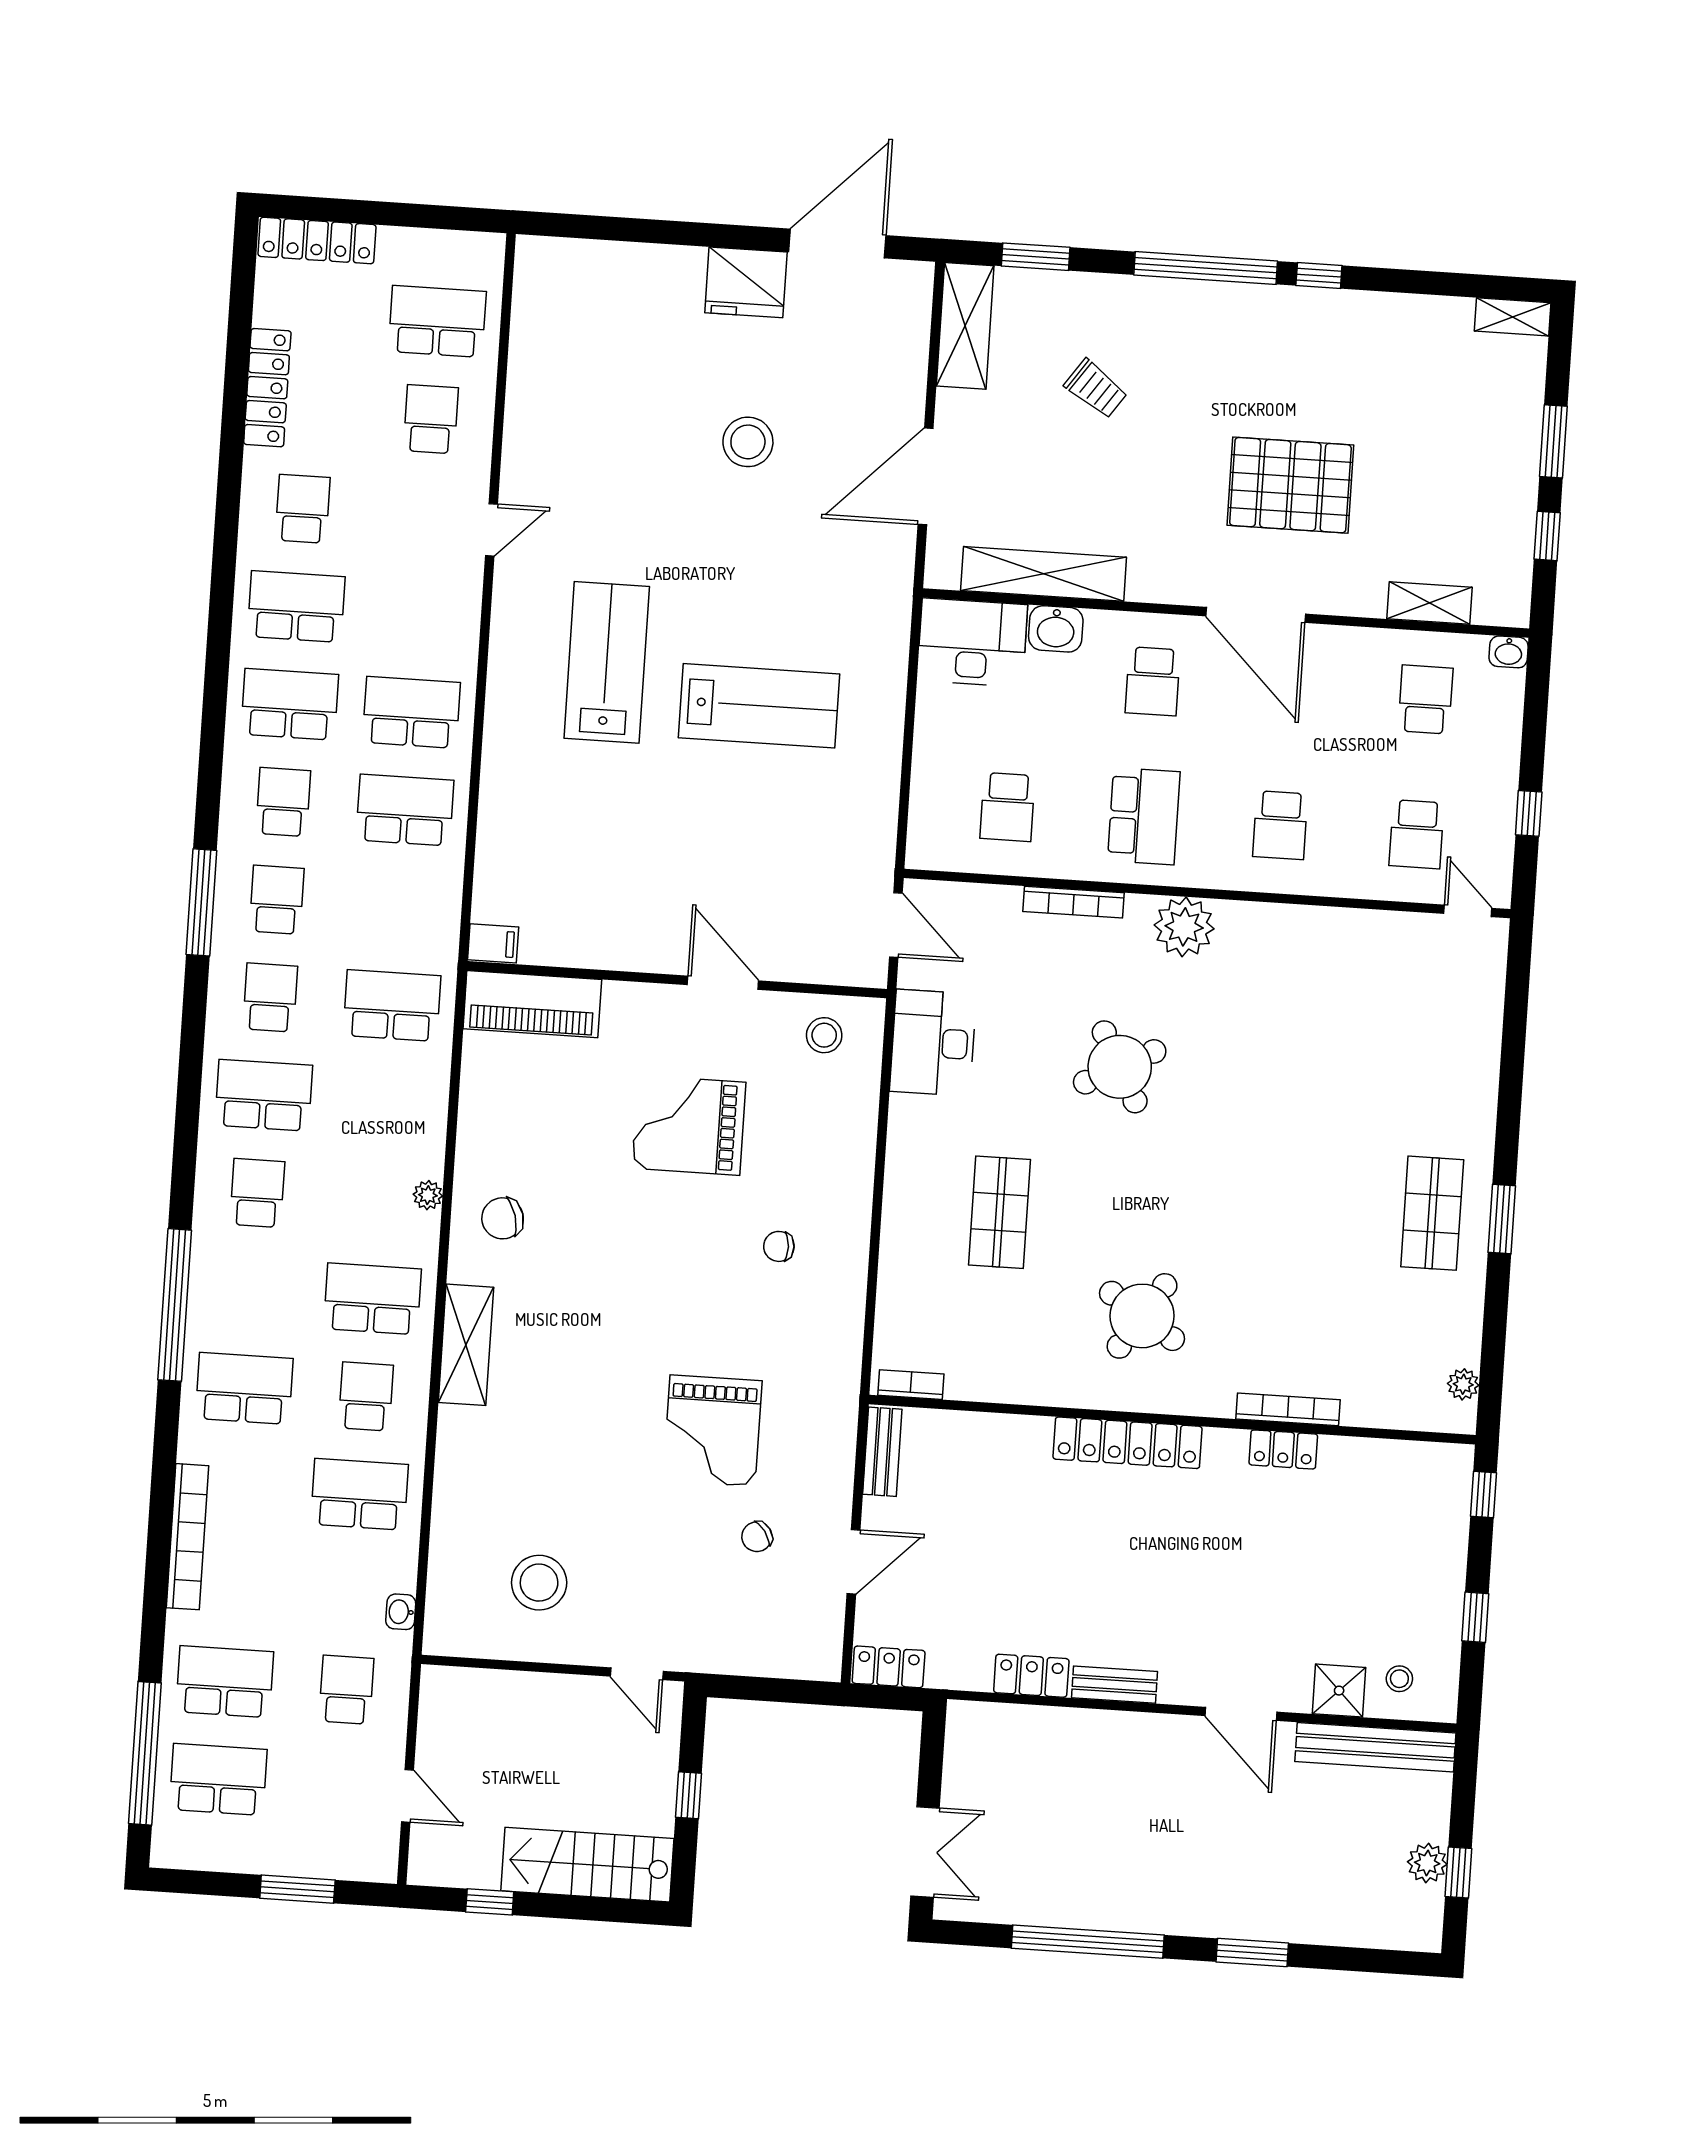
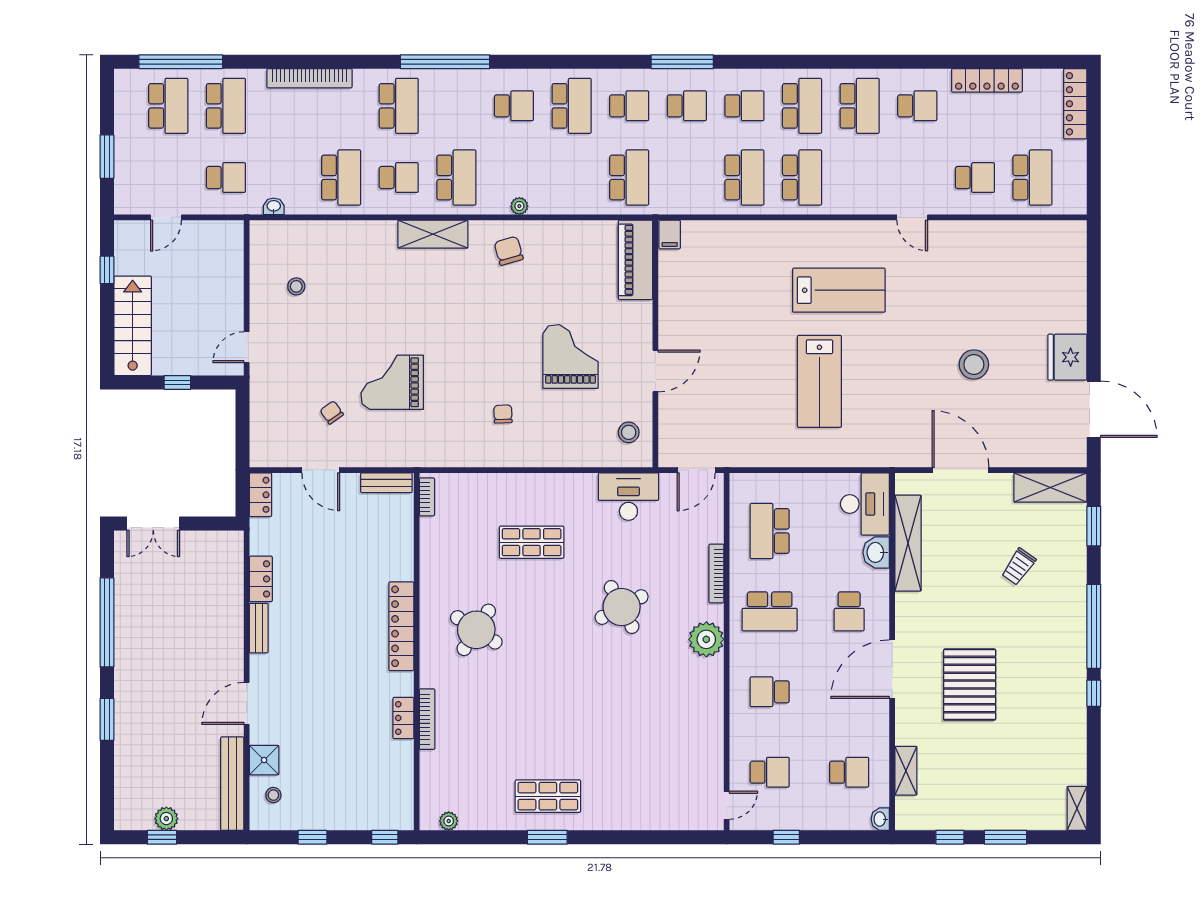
school desk: (1153, 681) -> (849, 611), turned -90
school desk: (1007, 807) -> (770, 531), width x1.85
school desk: (1417, 834) -> (770, 772), turned 180
stool: (539, 1583) -> (296, 286), width x0.53, depth x0.53

